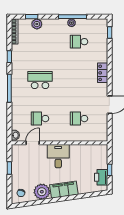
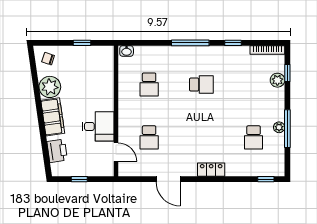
school desk: (79, 42) -> (254, 137), turned 180
school desk: (40, 80) -> (201, 85), width x0.54
school desk: (40, 119) -> (149, 85), turned 180
school desk: (79, 119) -> (149, 137), turned 180
door: (33, 143) -> (116, 152), moved
desk: (58, 156) -> (98, 126), moved
printer: (101, 177) -> (57, 151), moved, turned 82

